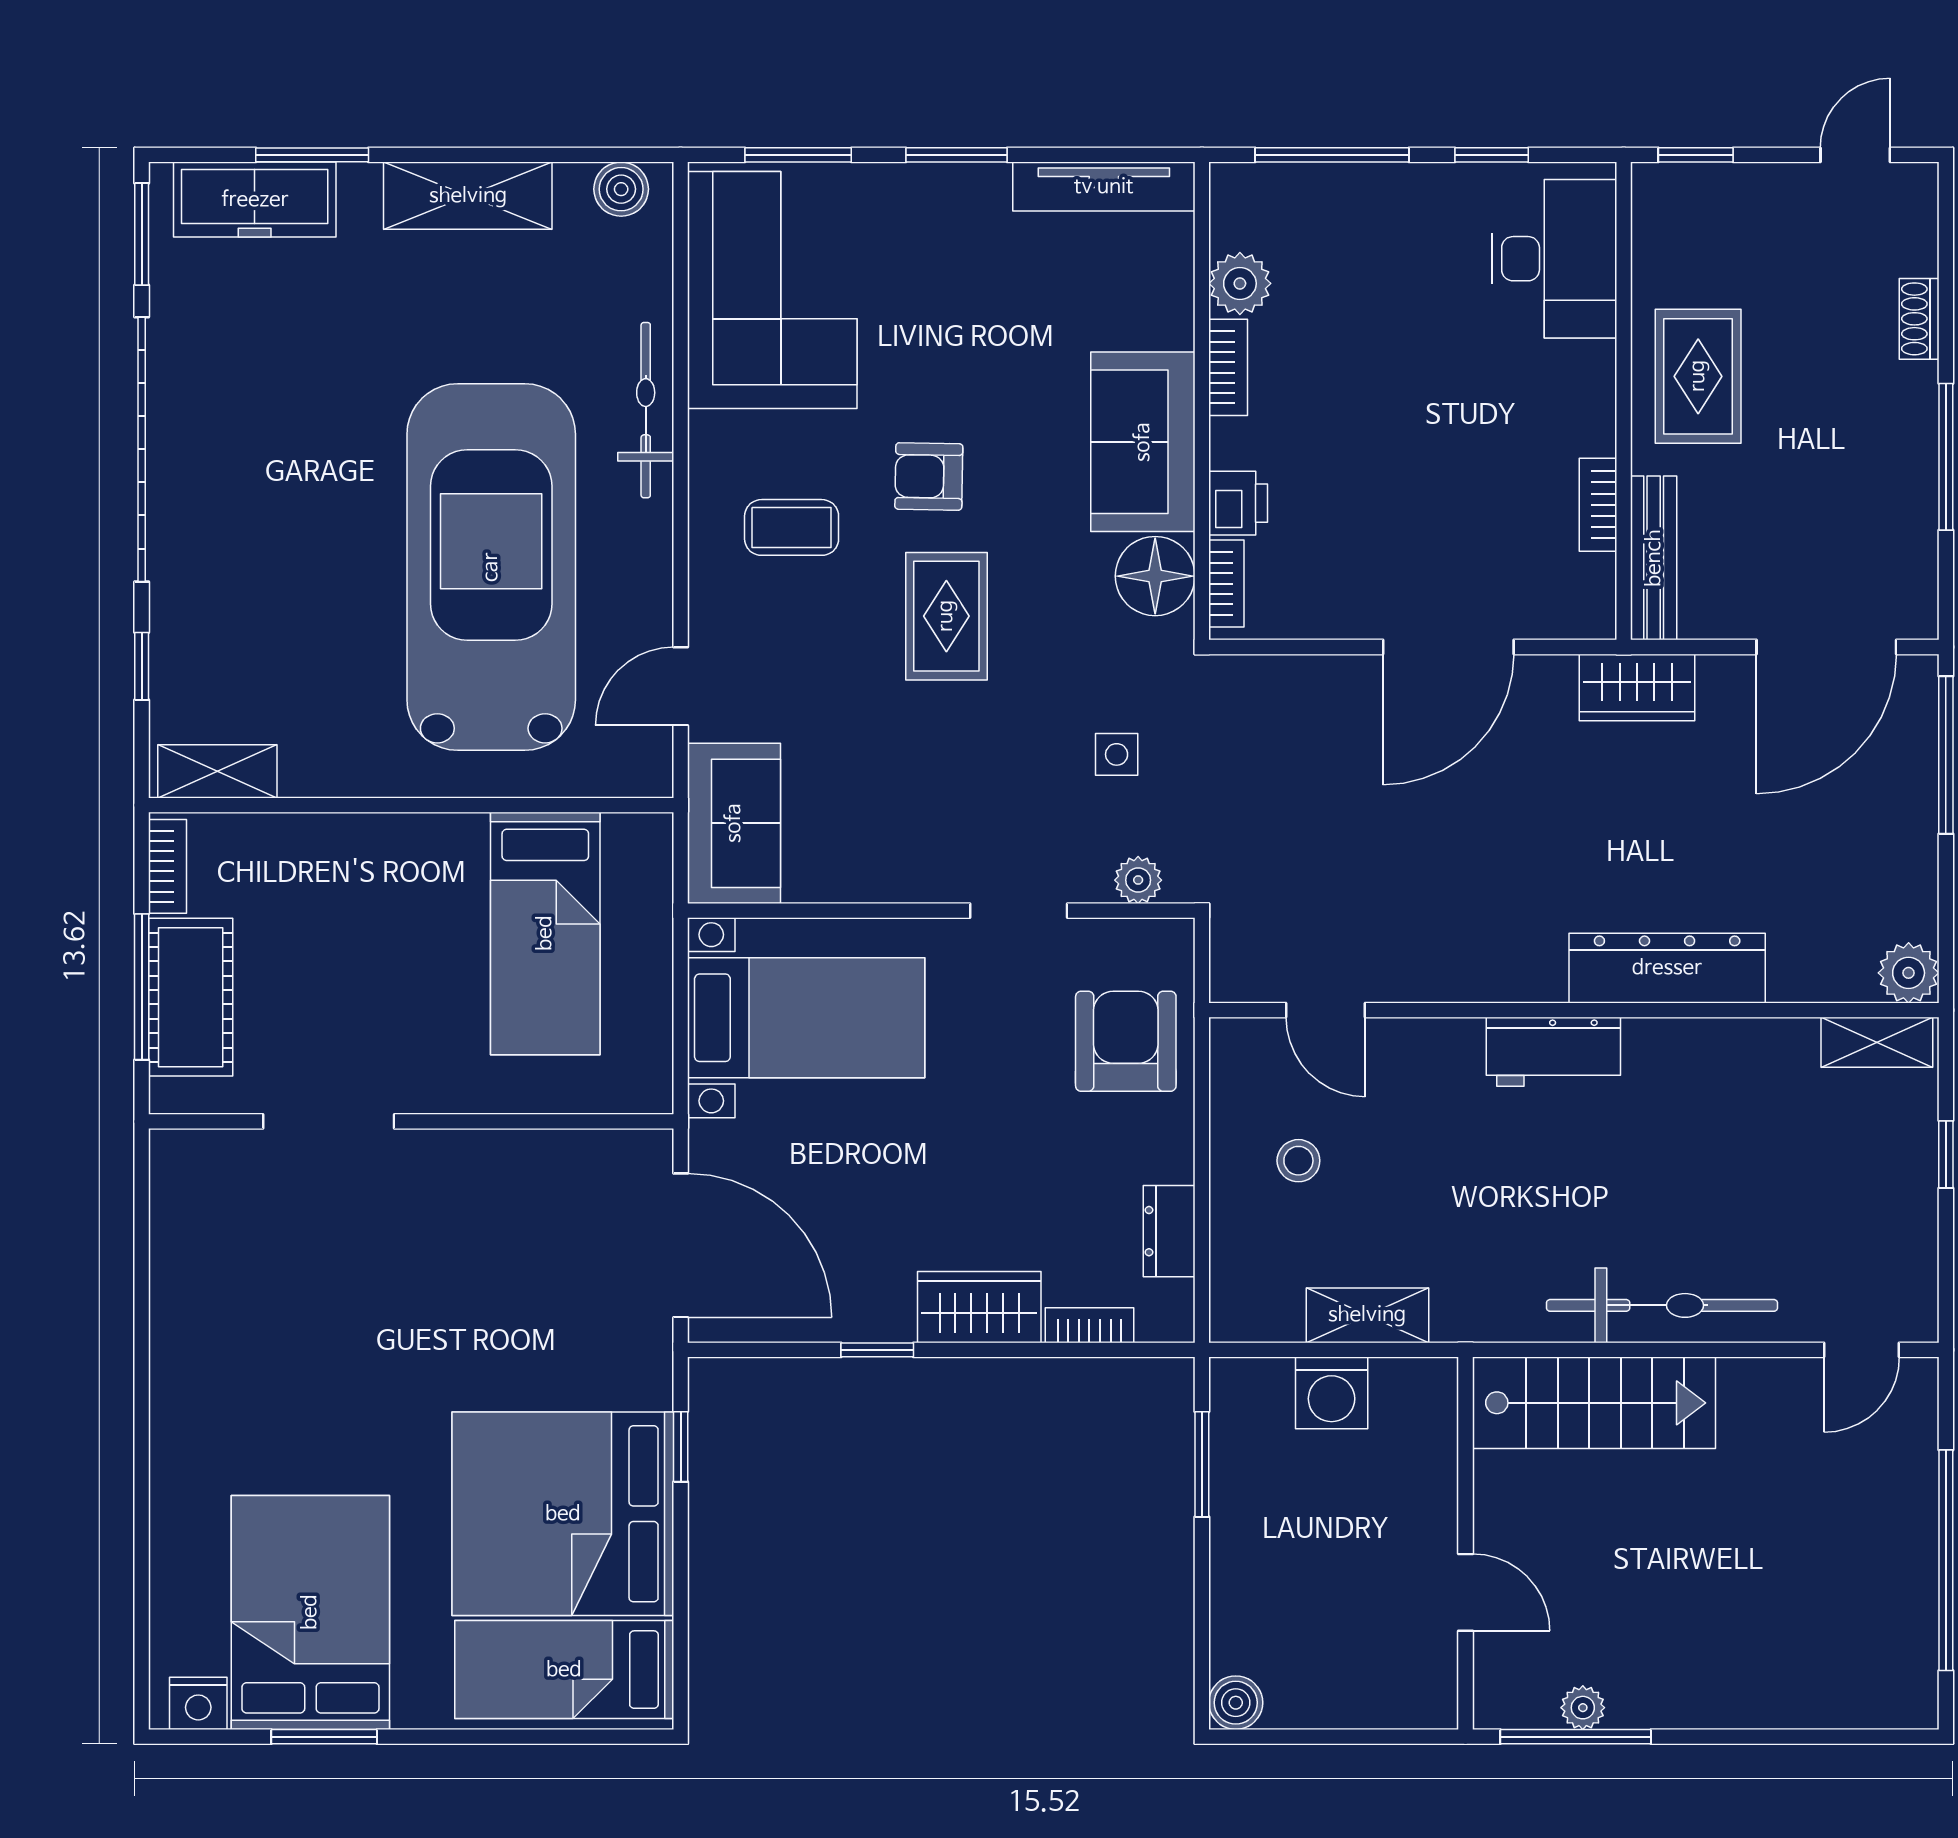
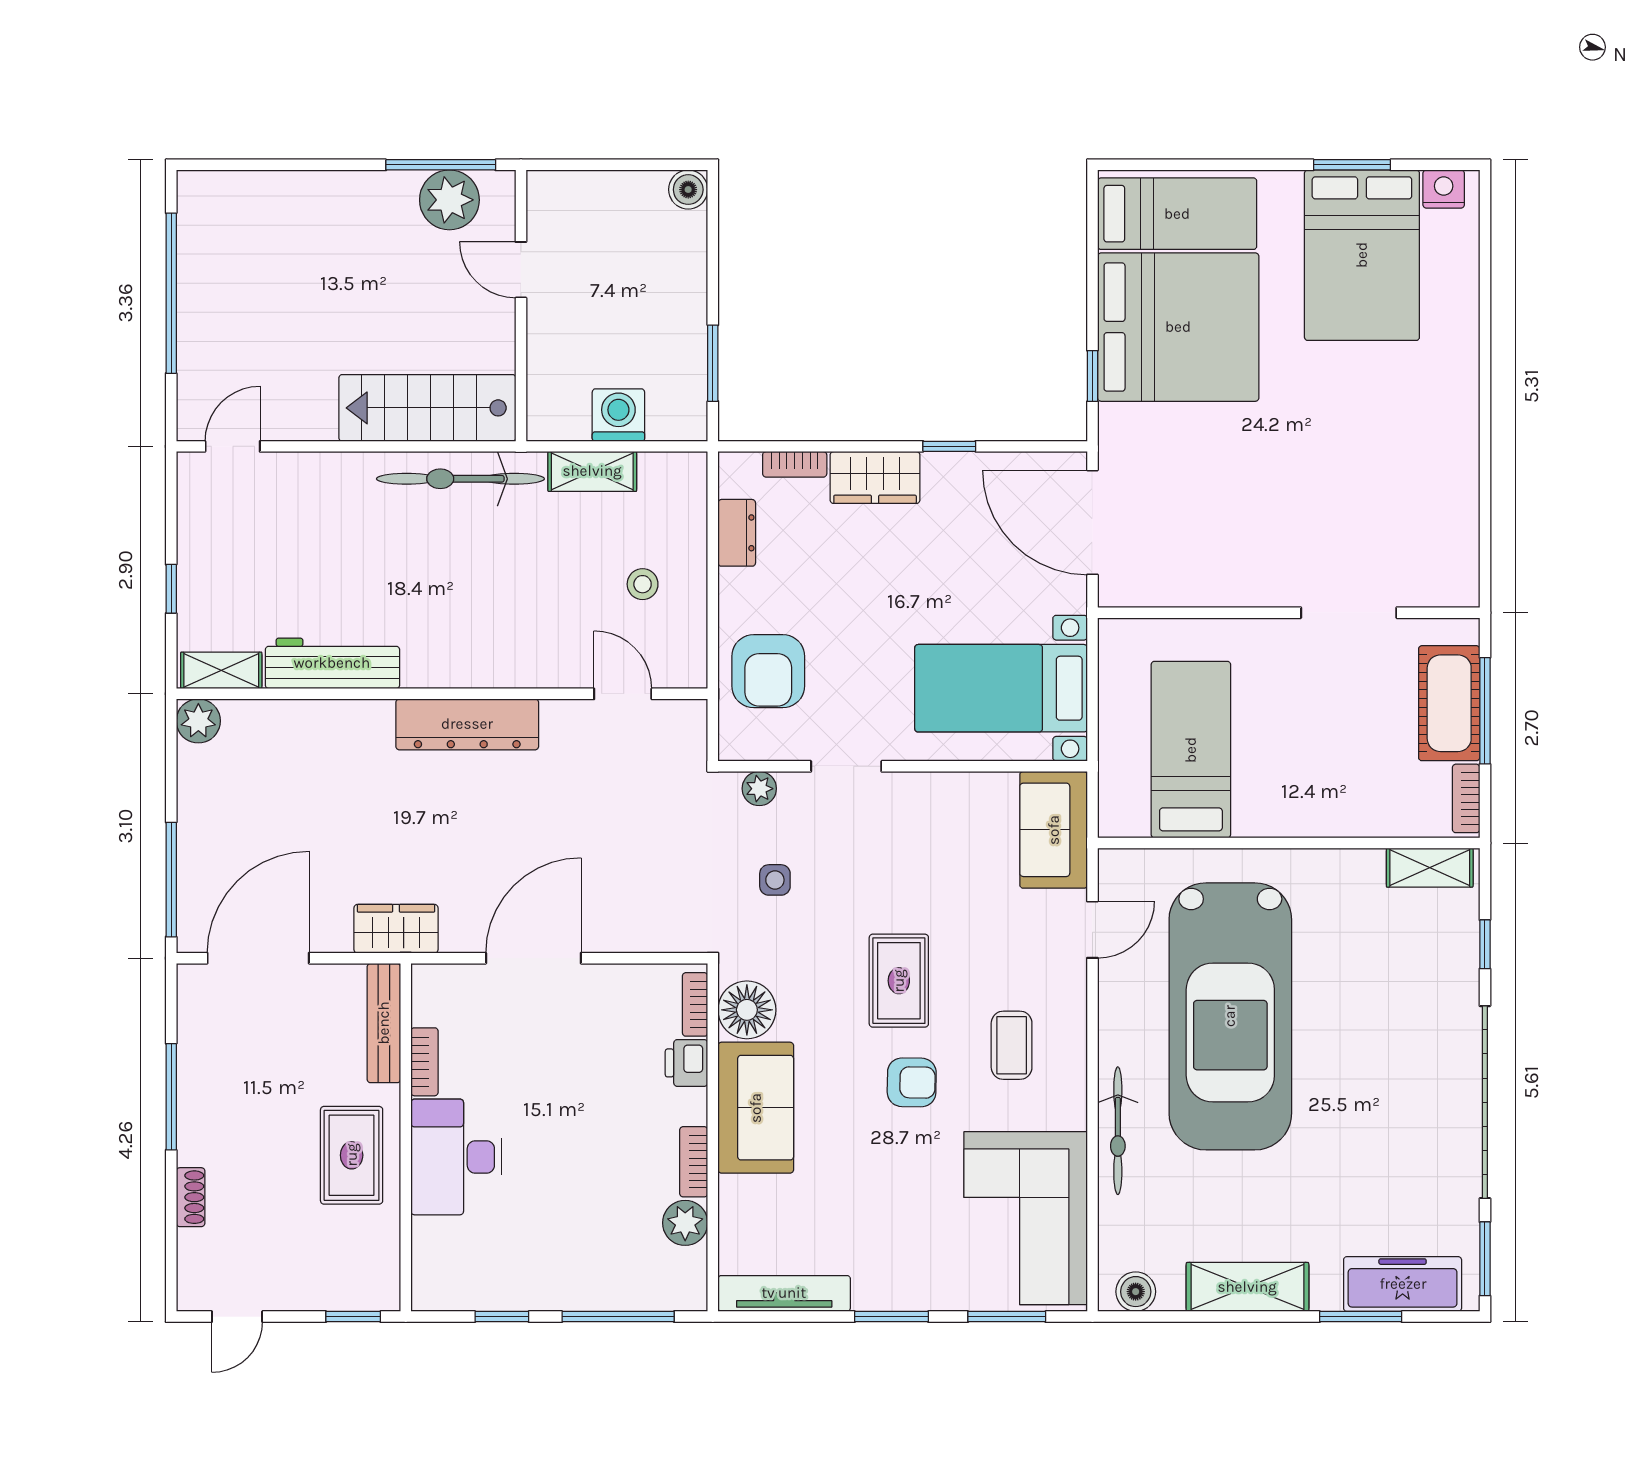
desk: (1554, 259) -> (456, 1157), moved
coffee table: (792, 527) -> (1012, 1045), turned 90
dresser: (1667, 968) -> (467, 724), moved
workbench: (1553, 1052) -> (332, 663), moved, width x1.38
bicycle: (1662, 1305) -> (460, 479), moved
plant: (1583, 1708) -> (449, 200), width x1.87, depth x1.87

